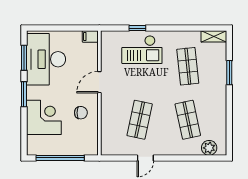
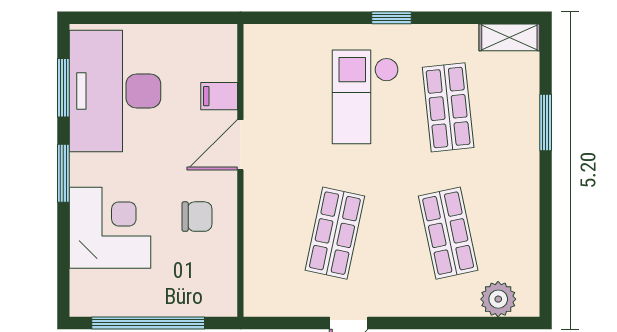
window: (137, 28) -> (391, 18), moved
filing cabinet: (90, 36) -> (219, 96), moved
checkout: (142, 50) -> (365, 97), moved, turned 90

